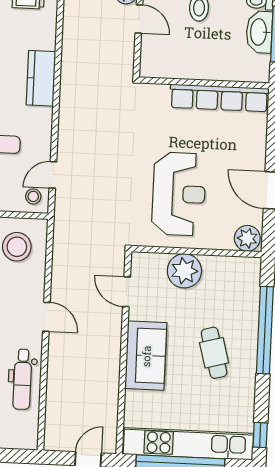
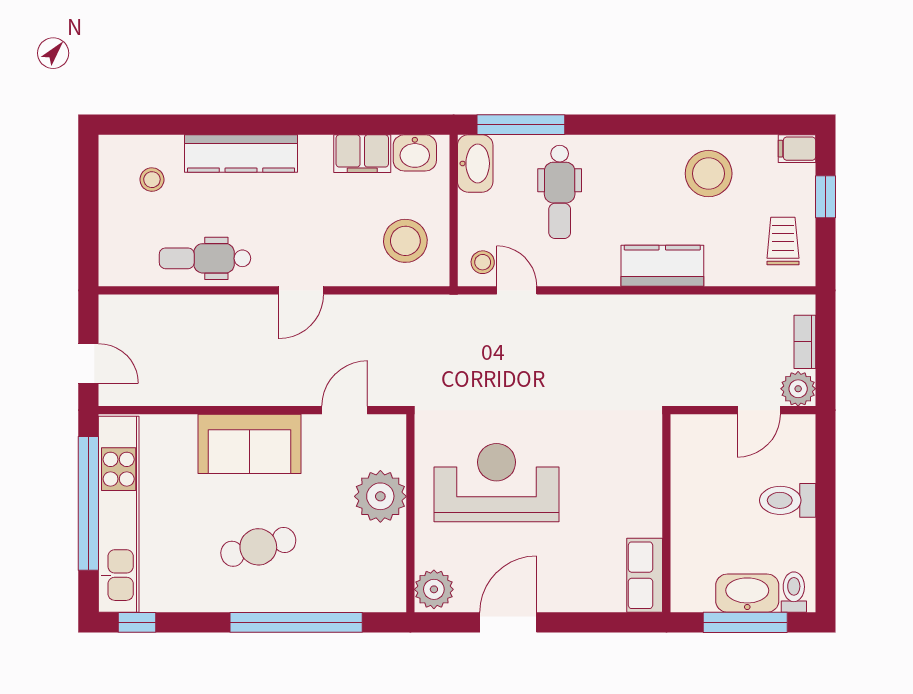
row of seats: (219, 98) -> (645, 575), width x0.50
reception desk: (179, 194) -> (497, 483), turned 180

